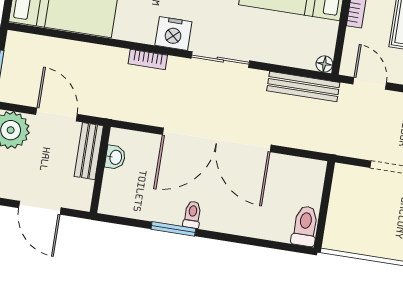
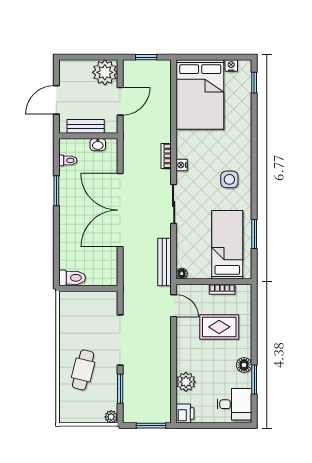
nightstand: (173, 33) -> (182, 165), width x0.53, depth x0.56
door: (370, 83) -> (174, 306), hinge flipped
bench: (89, 151) -> (86, 126), moved
toilet: (192, 215) -> (68, 160), moved

